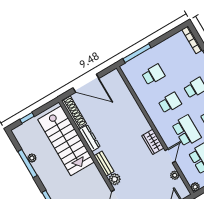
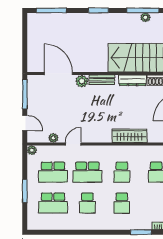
wardrobe: (153, 142) -> (129, 136), moved, width x1.50
door: (170, 156) -> (73, 144), swing flipped

